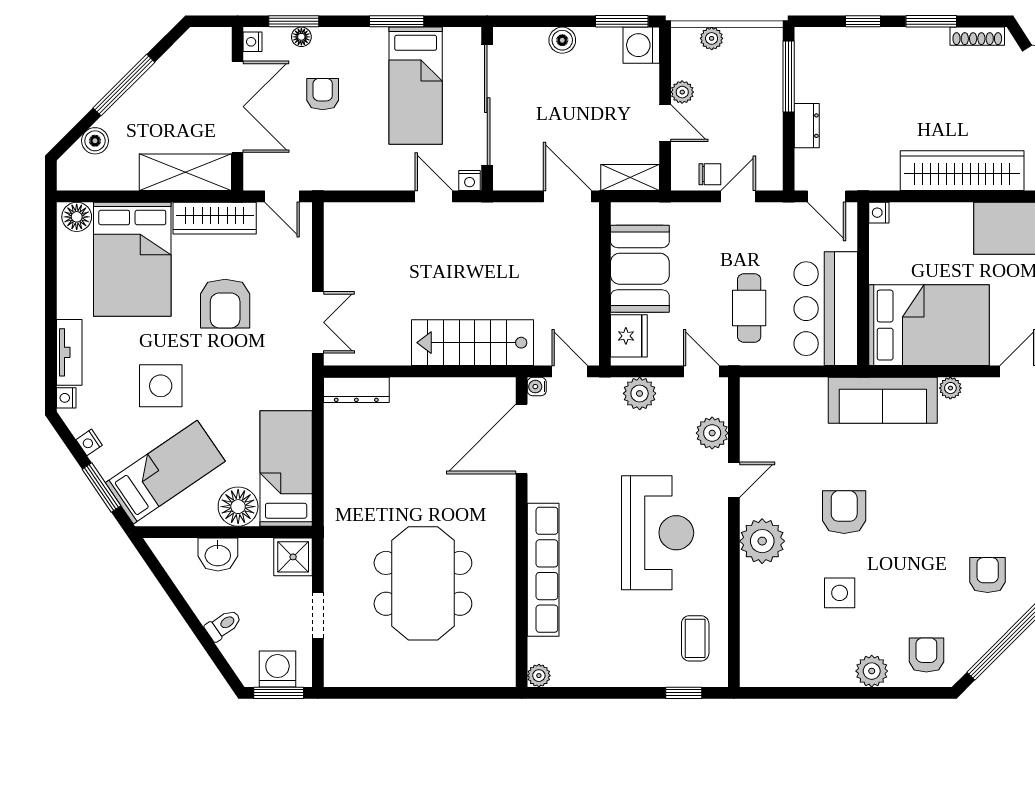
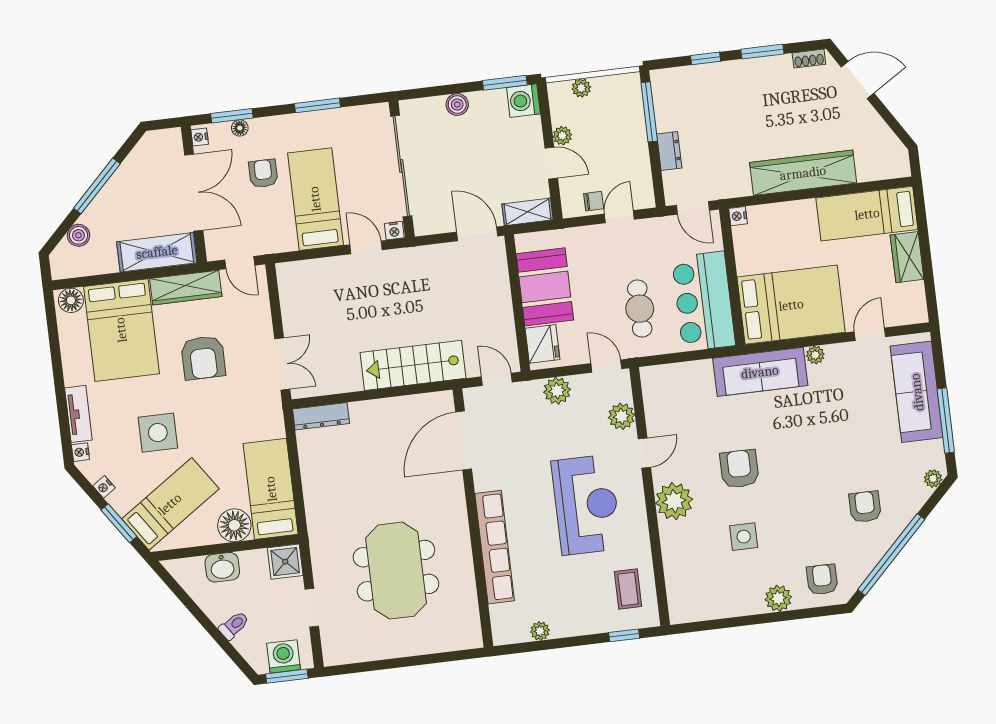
shoe rack: (977, 36) -> (809, 59), width x0.70
bed: (416, 86) -> (315, 199), moved, turned 180
water cooler: (537, 387) -> (471, 395), removed
plant: (539, 676) -> (540, 631), moved

